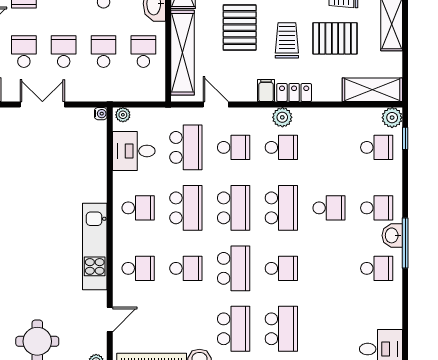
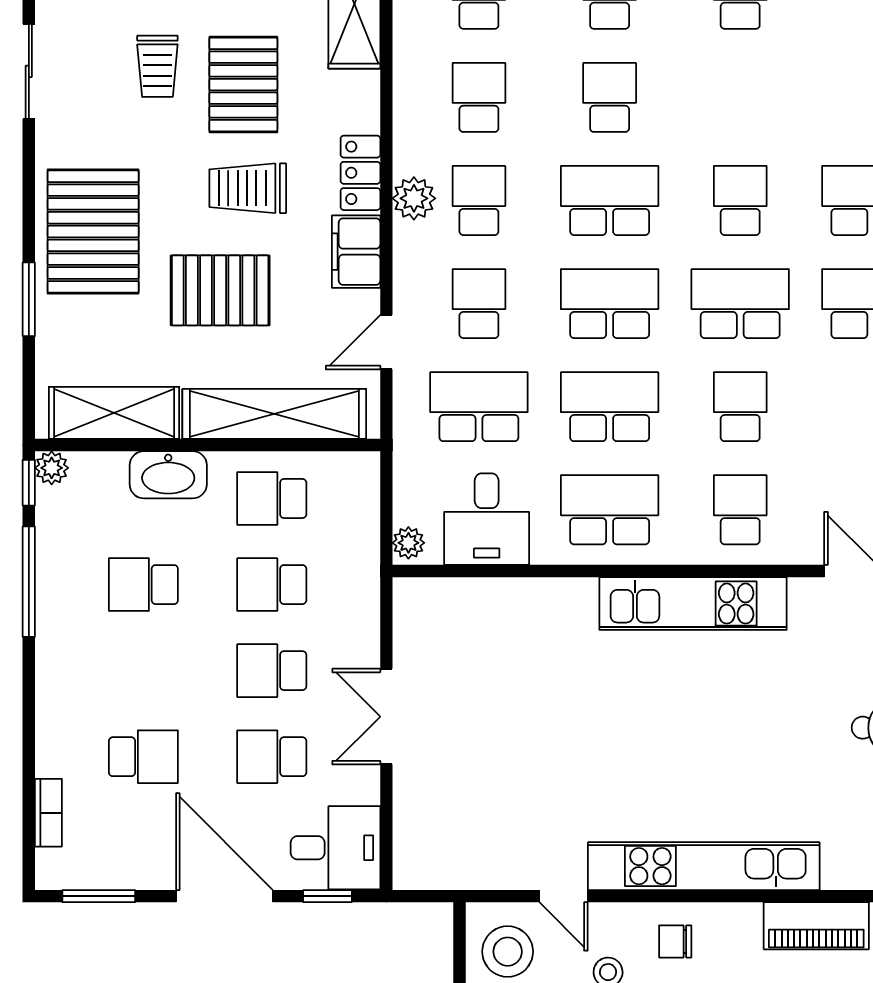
filing cabinet: (266, 91) -> (356, 252), width x2.00
water cooler: (101, 114) -> (406, 591), removed
school desk: (329, 147) -> (479, 97), added
school desk: (138, 208) -> (610, 510), width x1.85

